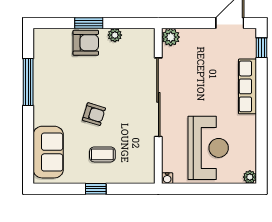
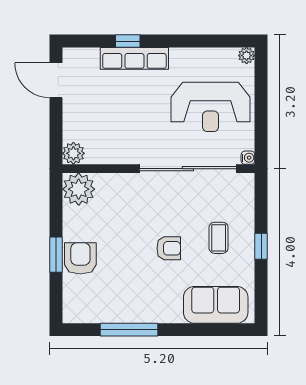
plant: (115, 35) -> (79, 189), moved, width x1.88, depth x1.88
window: (262, 48) -> (128, 41), moved
sliding door: (158, 97) -> (188, 169), moved
armchair: (94, 114) -> (169, 248), turned 73
reception desk: (208, 148) -> (210, 107), turned 180

